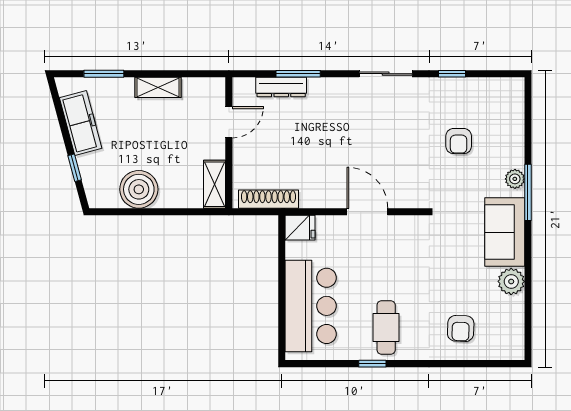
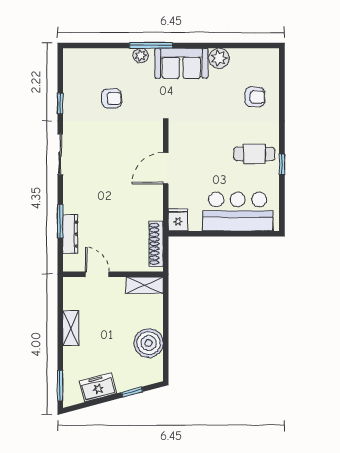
window: (104, 74) -> (60, 386), moved
freezer: (81, 123) -> (98, 387), width x0.71

